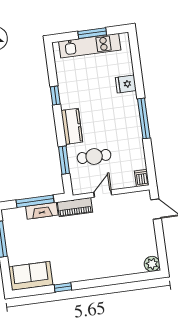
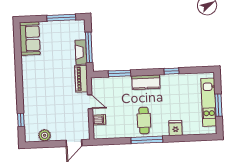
cafe table: (94, 156) -> (144, 120), moved
dishwasher: (142, 178) -> (99, 120), moved
plant: (152, 264) -> (45, 135), moved
window: (63, 287) -> (21, 120), moved

